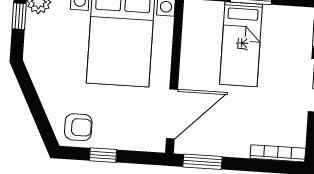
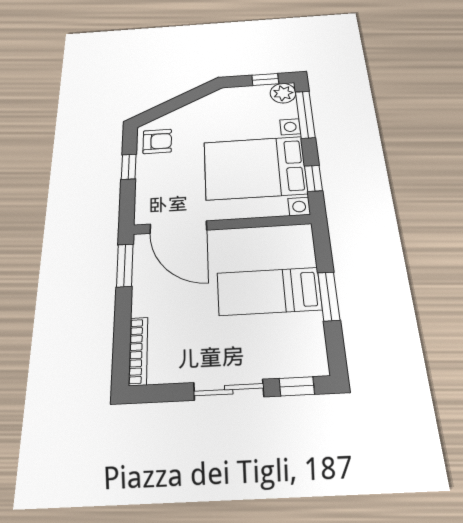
armchair: (78, 127) -> (157, 141), turned -90

